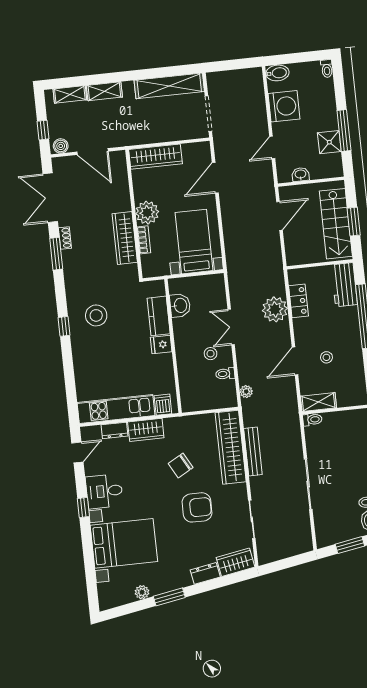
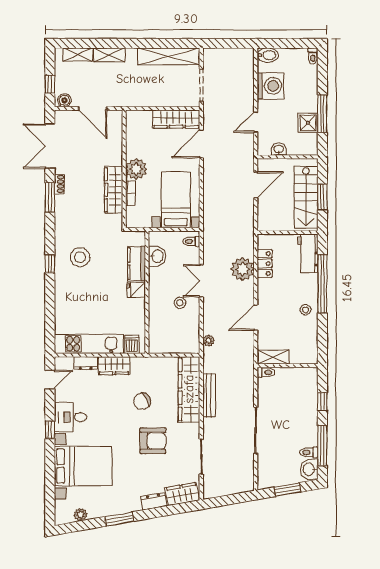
wardrobe: (155, 157) -> (176, 119), moved
stool: (326, 357) -> (305, 310), moved
toilet: (225, 374) -> (191, 241), moved
plant: (142, 592) -> (80, 515), moved

